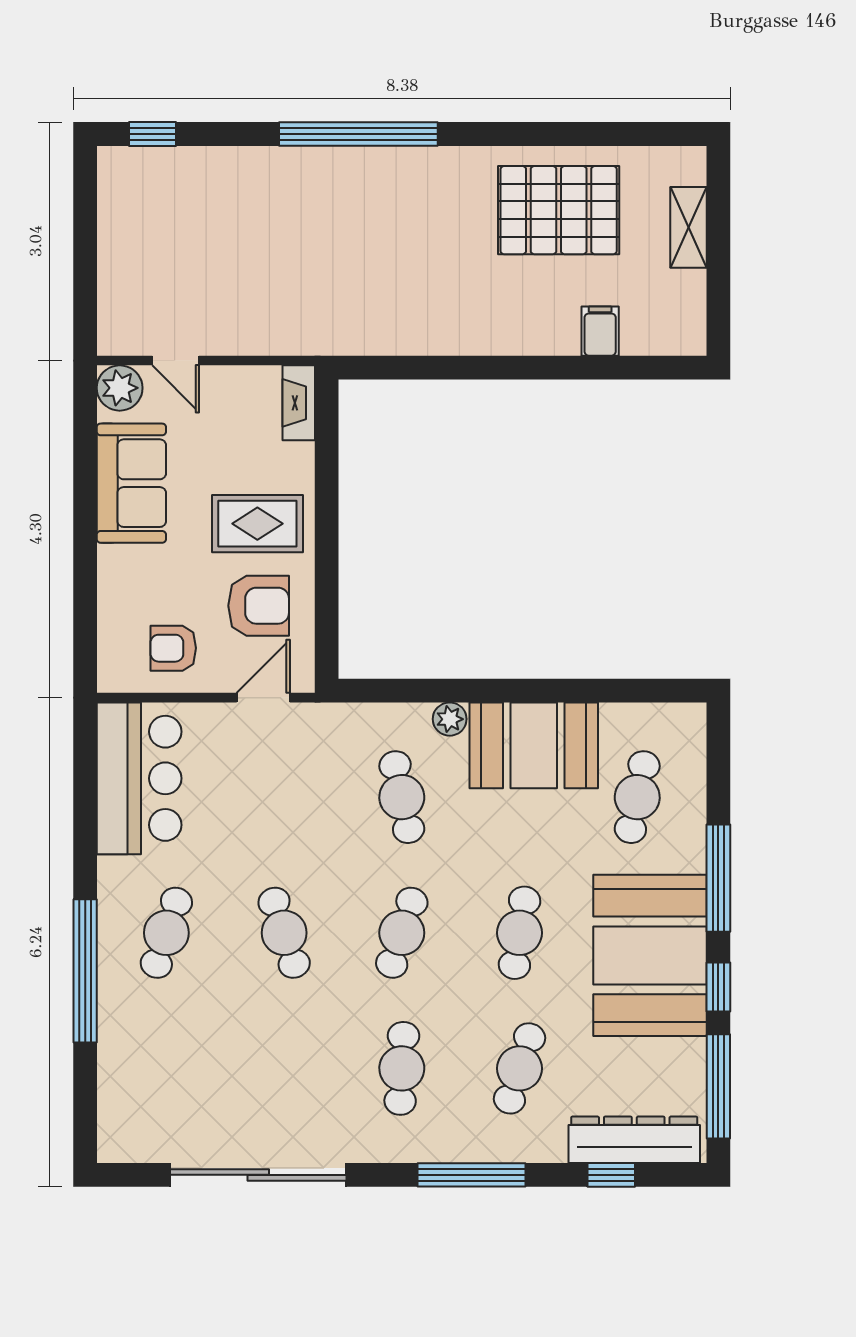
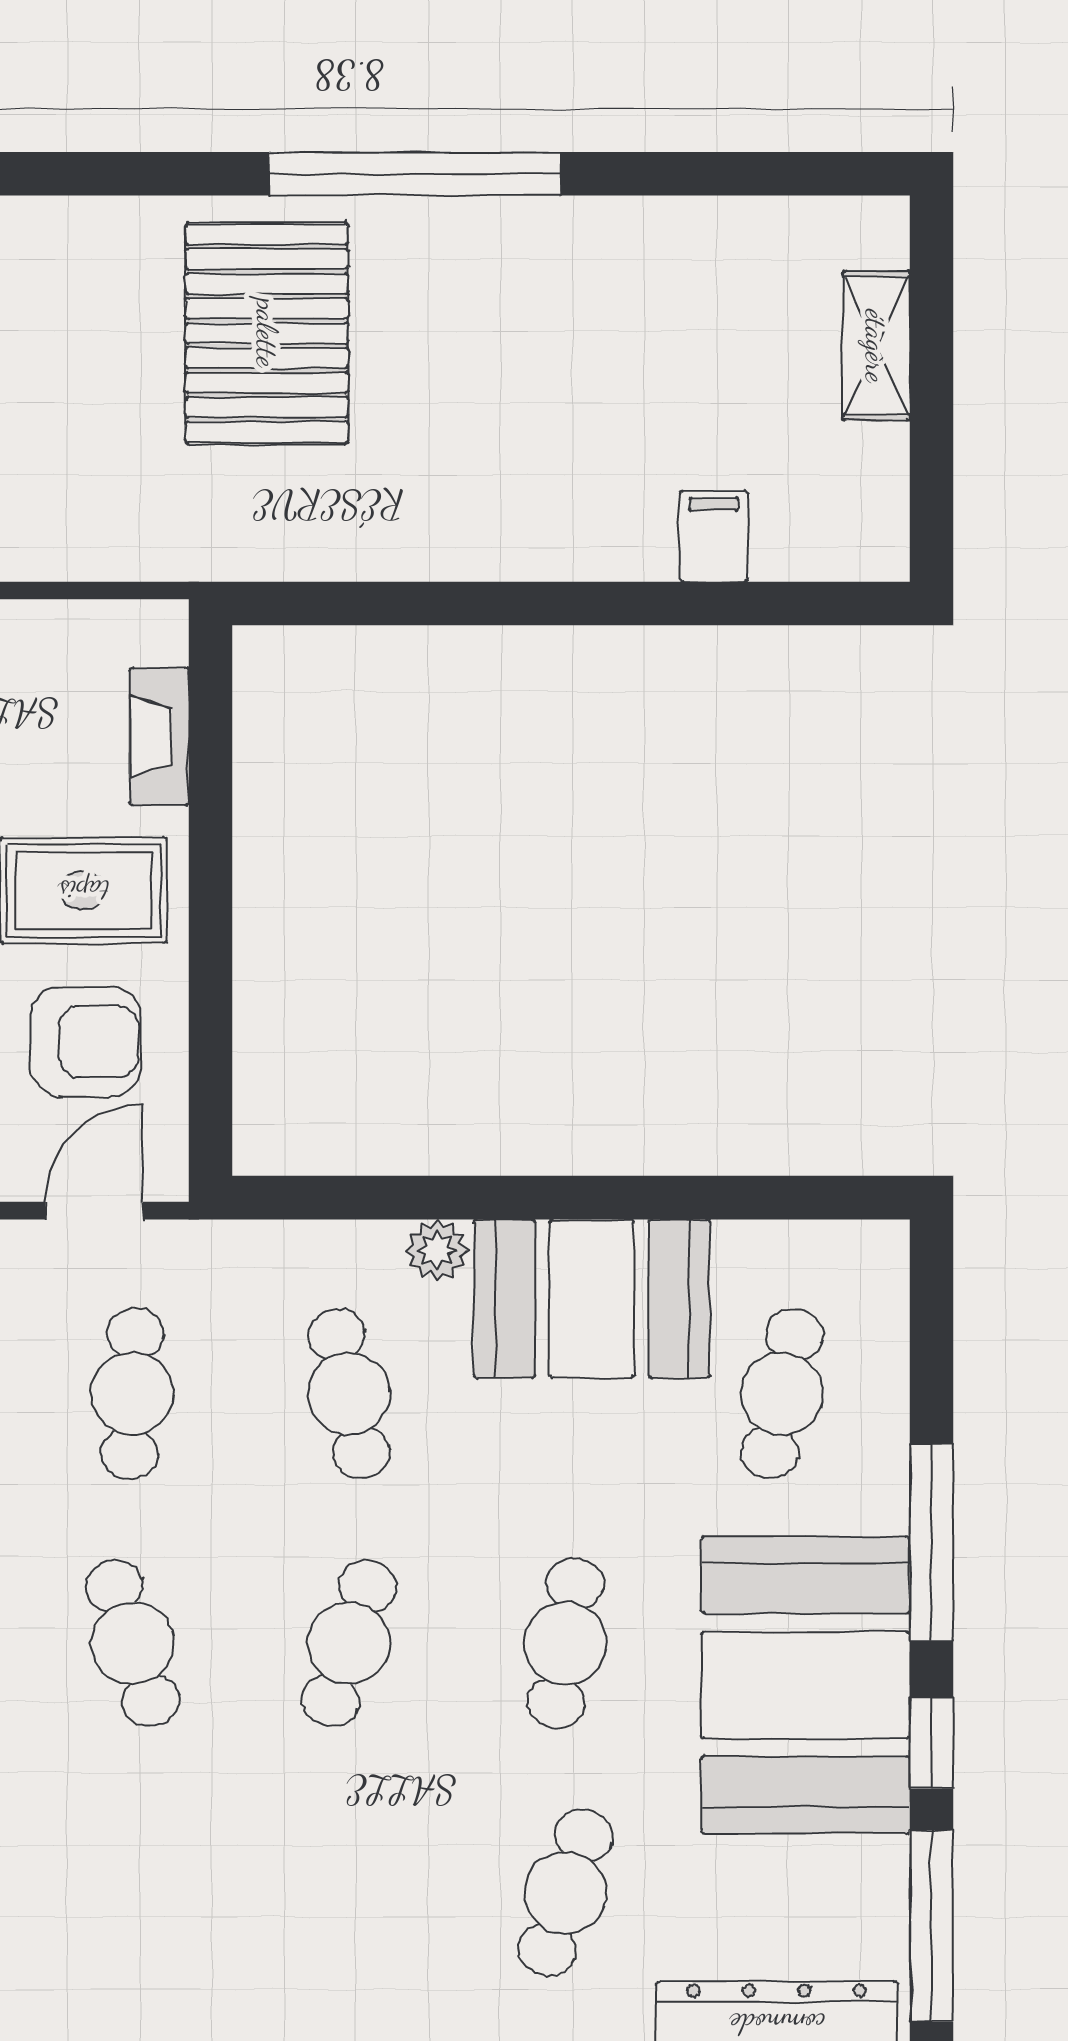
window: (358, 134) -> (415, 174), moved
pallet: (559, 210) -> (267, 333), moved, turned 90
fireplace: (299, 403) -> (159, 736), moved
cafe table: (402, 1068) -> (132, 1394), moved

